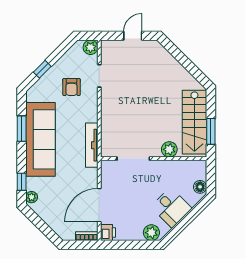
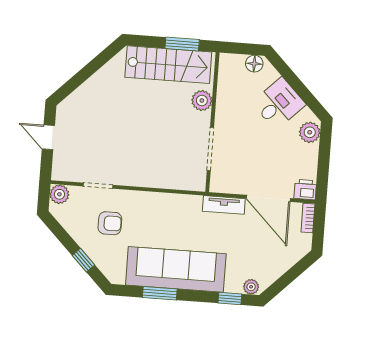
tv unit: (92, 145) -> (224, 205), moved, width x0.71

